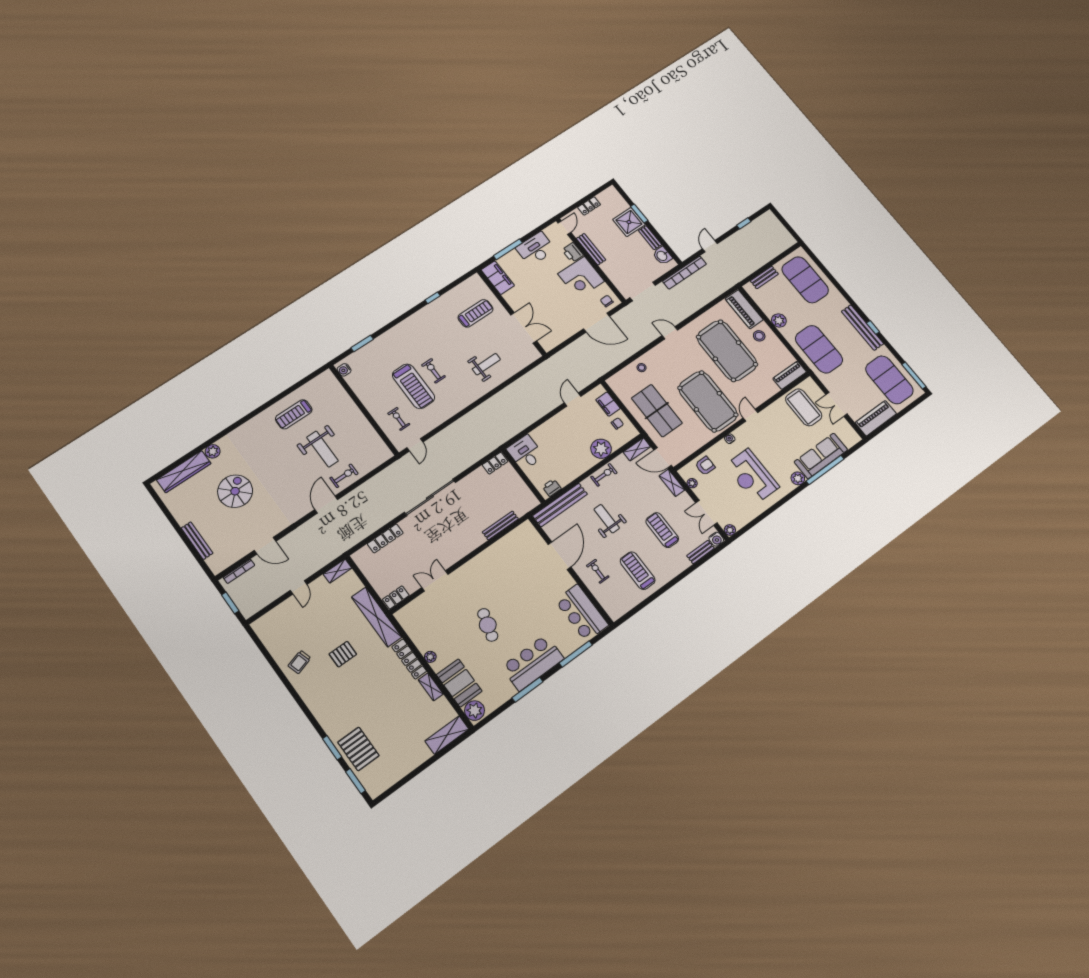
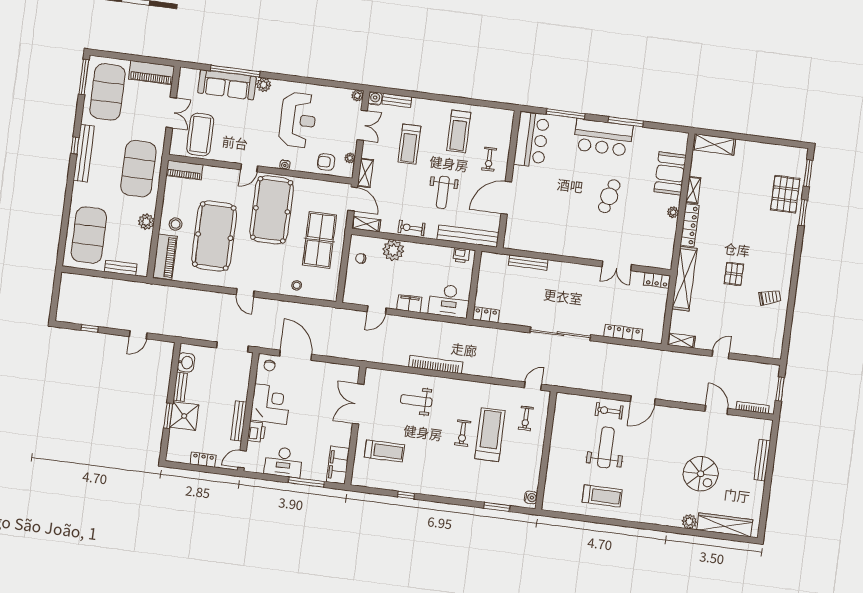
bookcase: (685, 273) -> (436, 364), moved
treadmill: (476, 313) -> (384, 451), turned 180
filing cabinet: (608, 404) -> (409, 303), moved, turned -90
desk: (525, 453) -> (449, 301), width x1.37
spiral stairs: (235, 491) -> (701, 474), turned -90
pallet: (343, 654) -> (734, 274), turned 90
plant: (475, 711) -> (678, 143), removed

